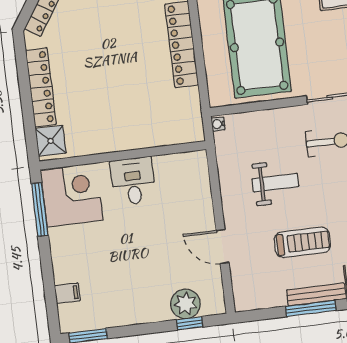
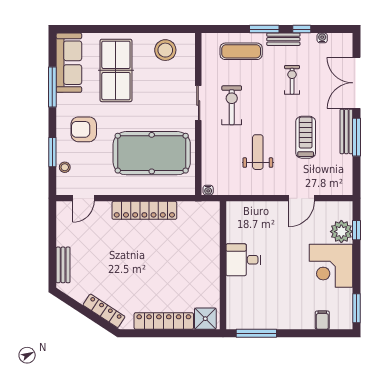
corner desk: (72, 195) -> (331, 266), moved, turned -90

